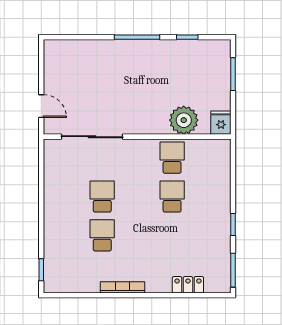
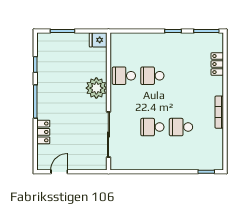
locker: (96, 48) -> (43, 132), added
door: (41, 106) -> (59, 172), moved
plant: (184, 120) -> (96, 88), moved

